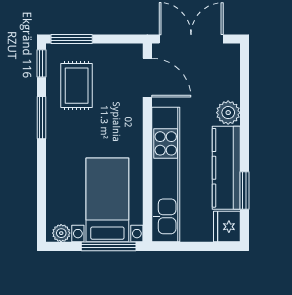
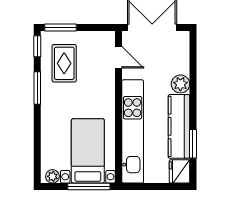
door: (147, 78) -> (119, 57), width x0.73

